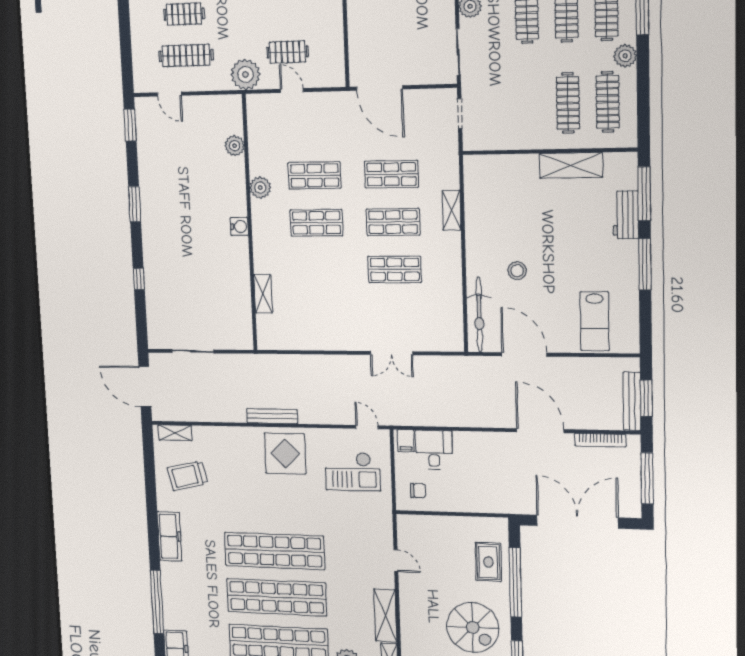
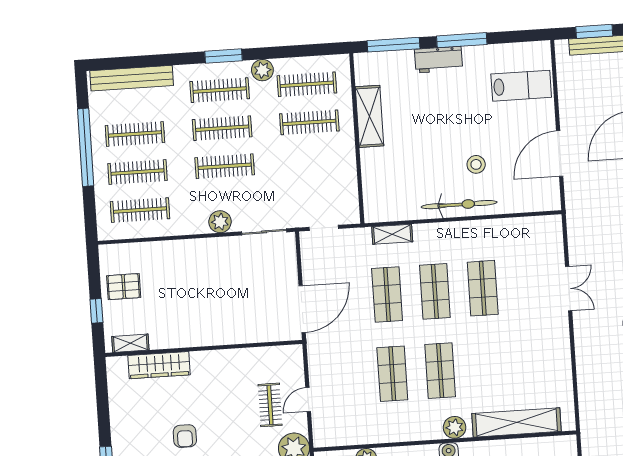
plant: (260, 188) -> (455, 427), moved
shelving: (451, 210) -> (392, 234), moved
workbench: (626, 215) -> (439, 60), moved
shelving: (263, 294) -> (517, 422), width x2.20, depth x1.33
bicycle: (479, 315) -> (459, 205), moved

